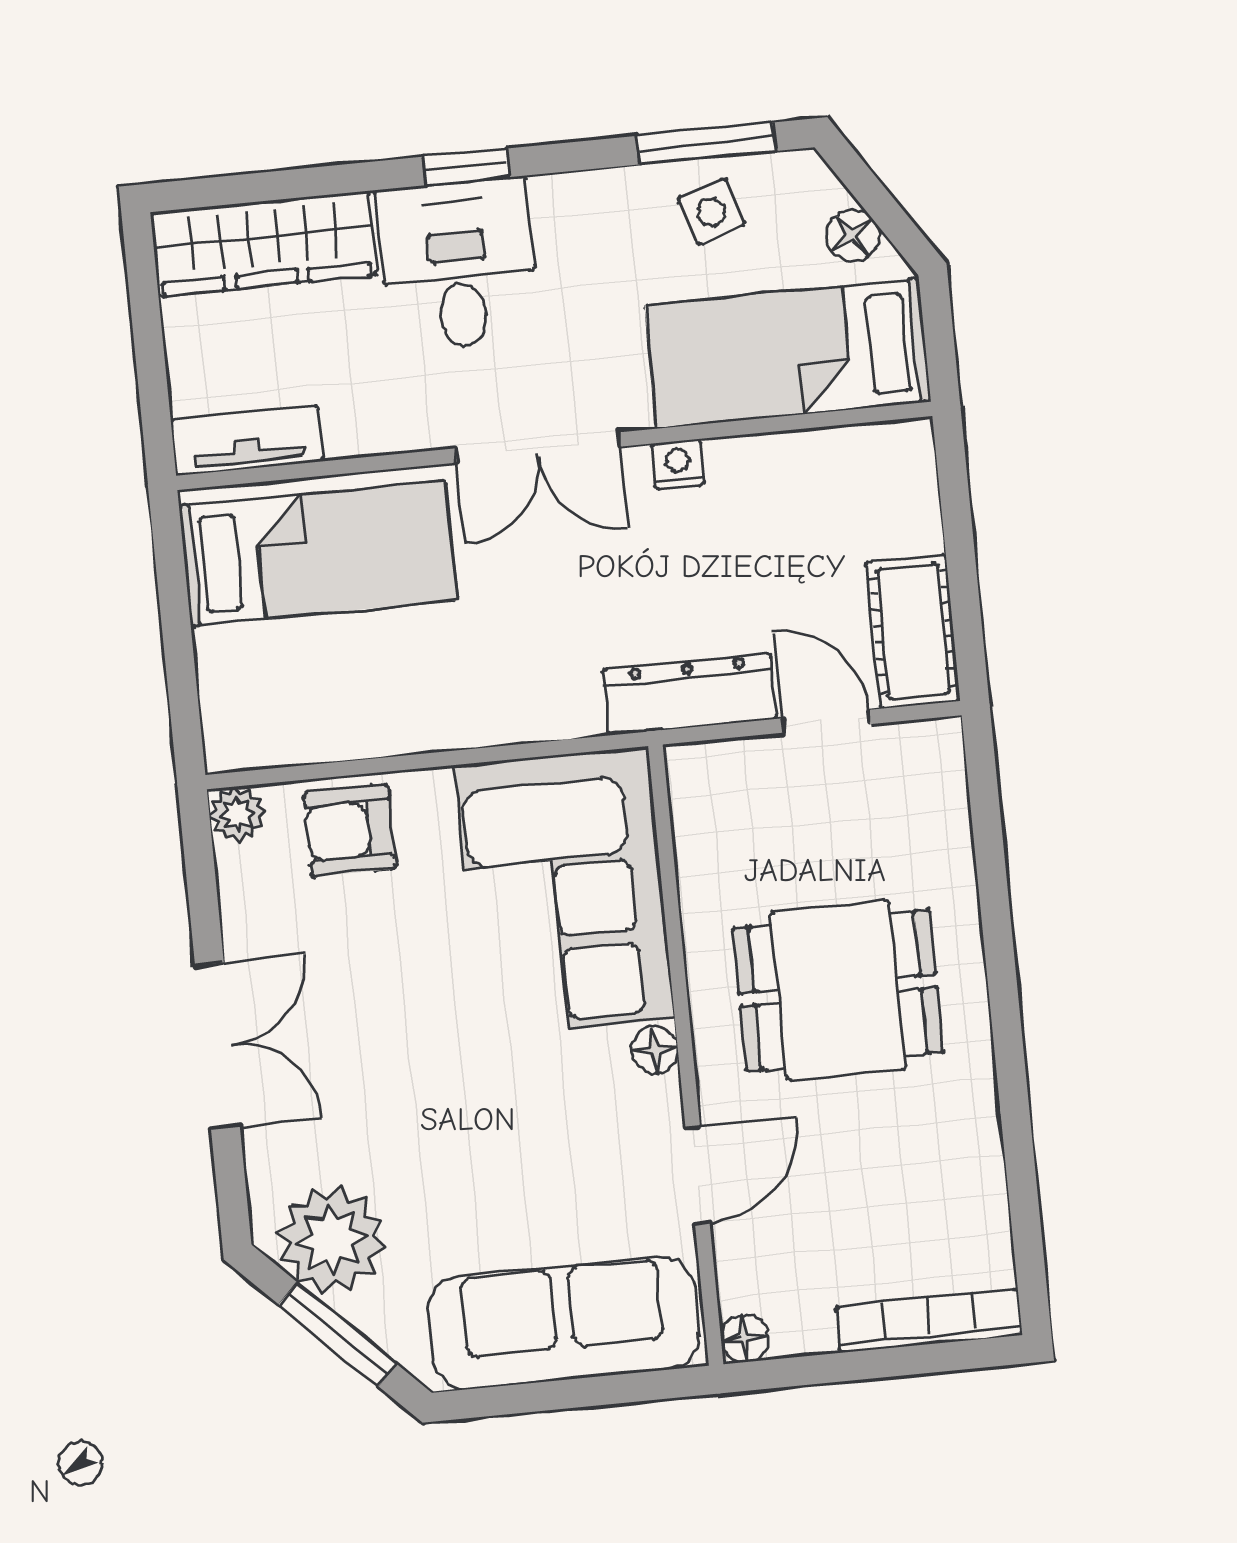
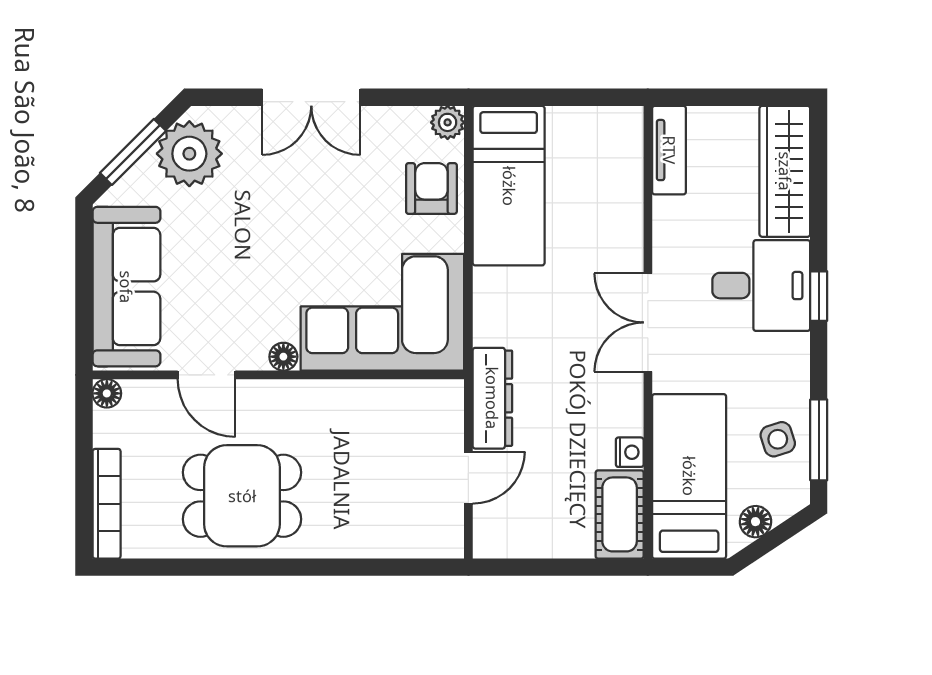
nightstand: (678, 464) -> (630, 452), moved
bed: (318, 553) -> (509, 186), moved
cot: (913, 631) -> (620, 514), moved, turned 90
dining table: (838, 990) -> (242, 496), moved, turned 90

